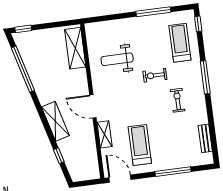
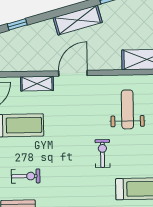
exercise bike: (178, 100) -> (26, 176), moved
shelving: (55, 121) -> (78, 20), moved

